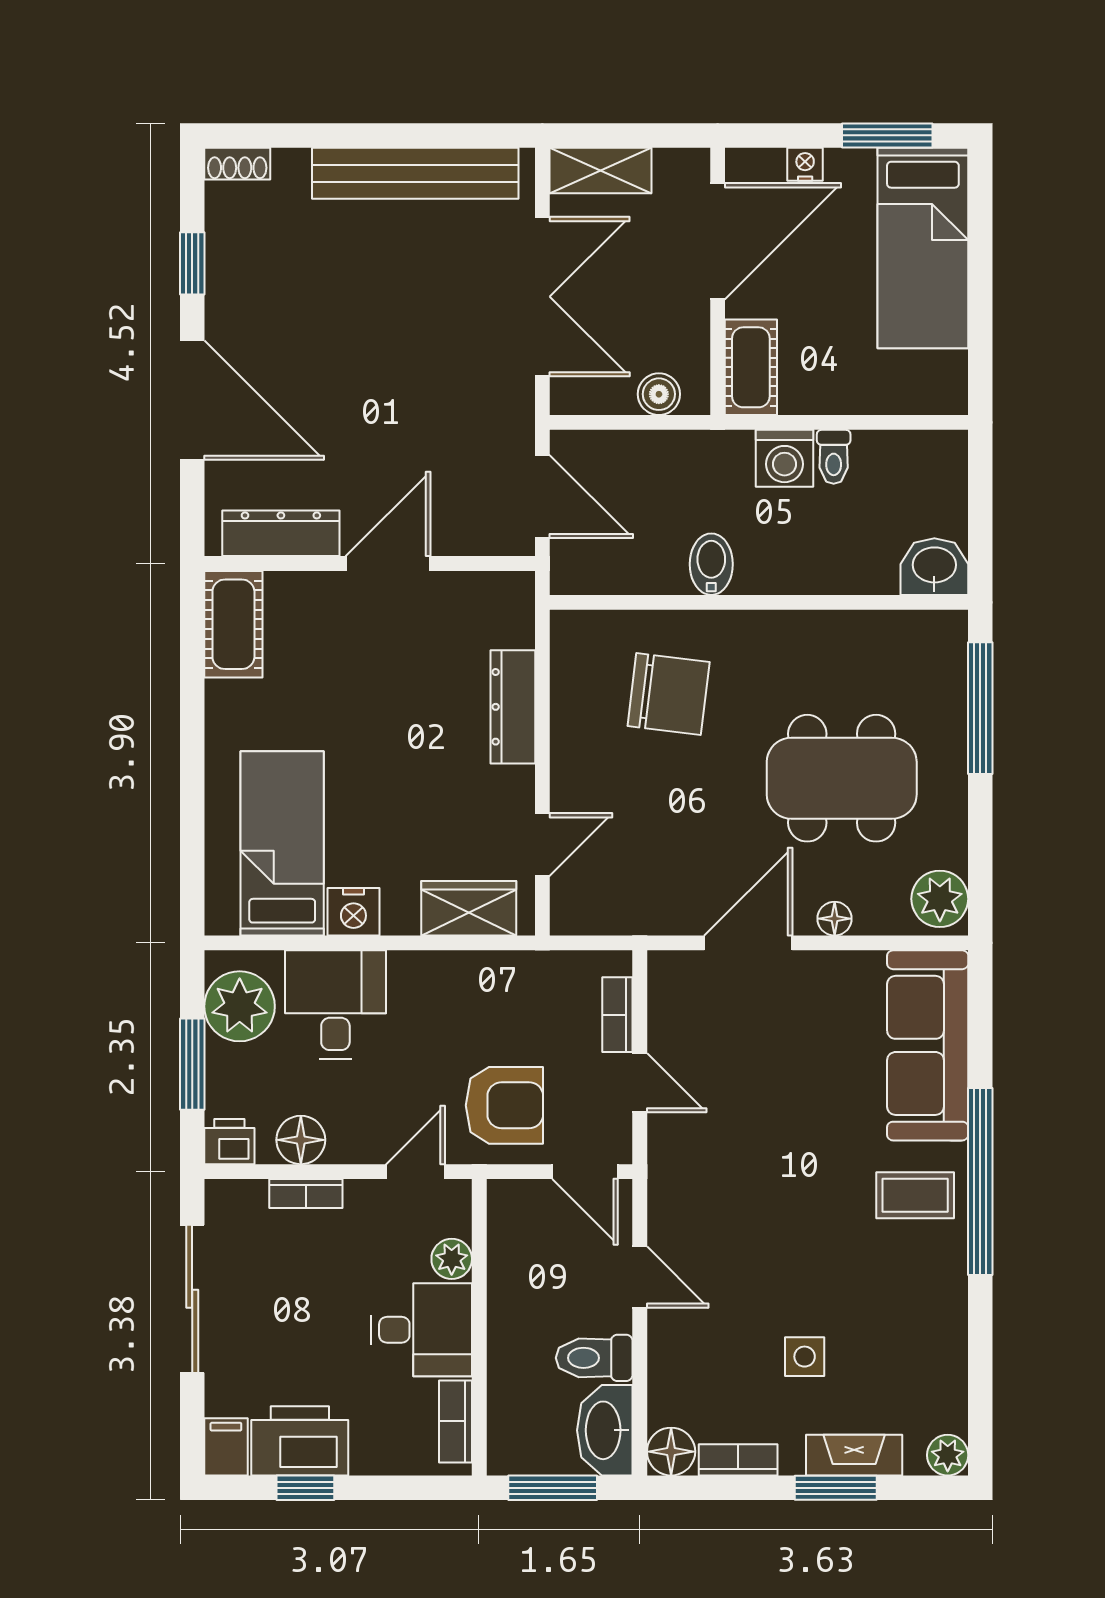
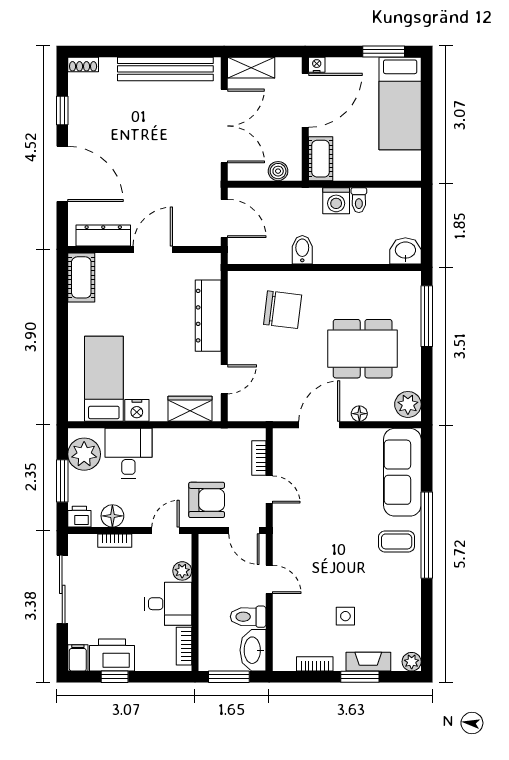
nightstand: (805, 164) -> (317, 65), moved
dresser: (513, 707) -> (208, 316), width x1.37, depth x1.24
floor lamp: (671, 1452) -> (284, 660), removed

